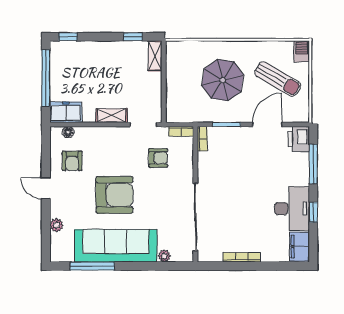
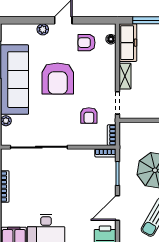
freezer: (66, 112) -> (128, 43), width x1.40
door: (267, 124) -> (117, 208), swing flipped
plant: (57, 225) -> (43, 29), moved

